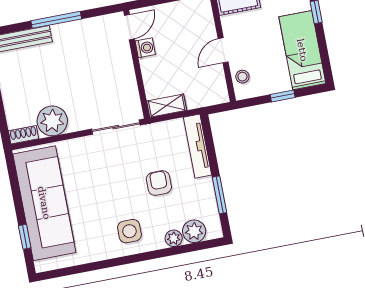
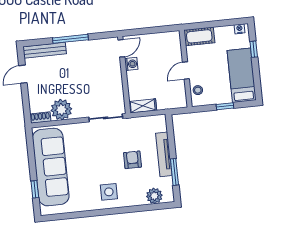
tv unit: (197, 146) -> (164, 154), moved
plant: (174, 238) -> (139, 200), removed

